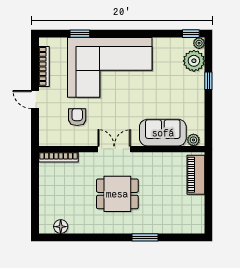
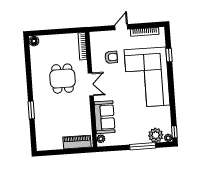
window: (208, 81) -> (143, 146), width x2.17
dining table: (117, 194) -> (62, 79), moved
floor lamp: (61, 227) -> (34, 41), moved

